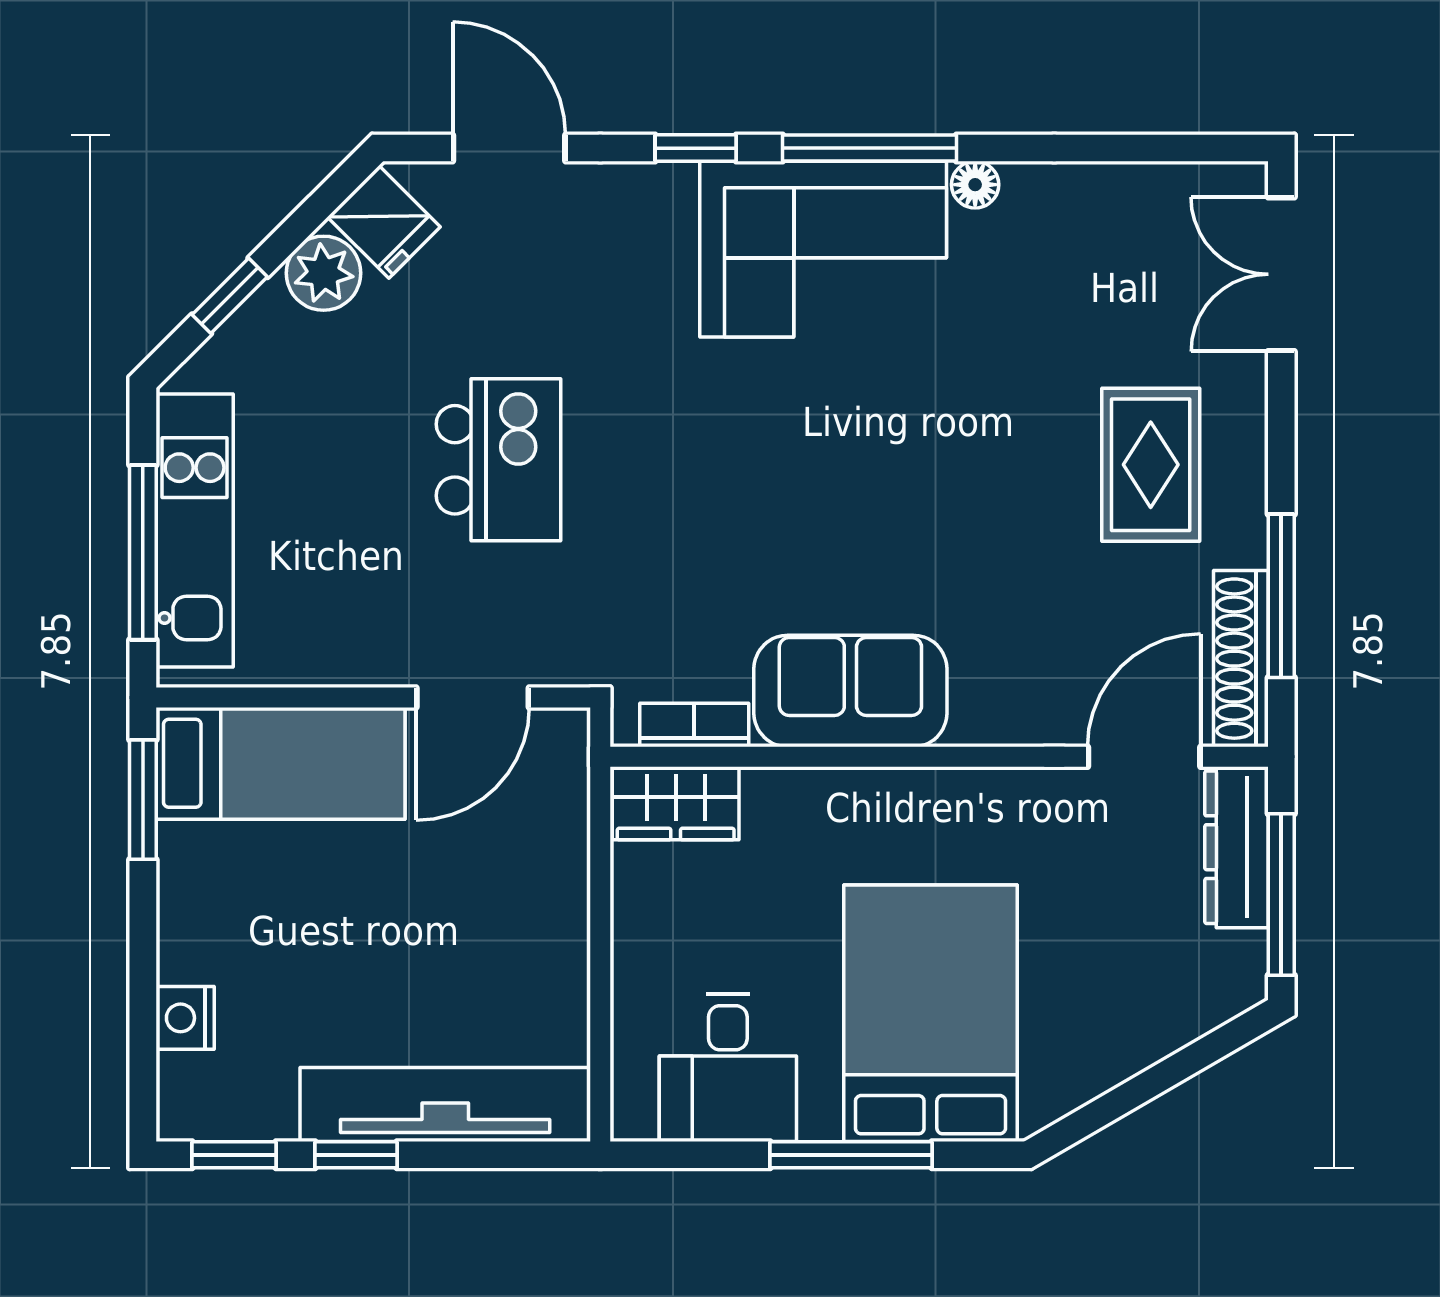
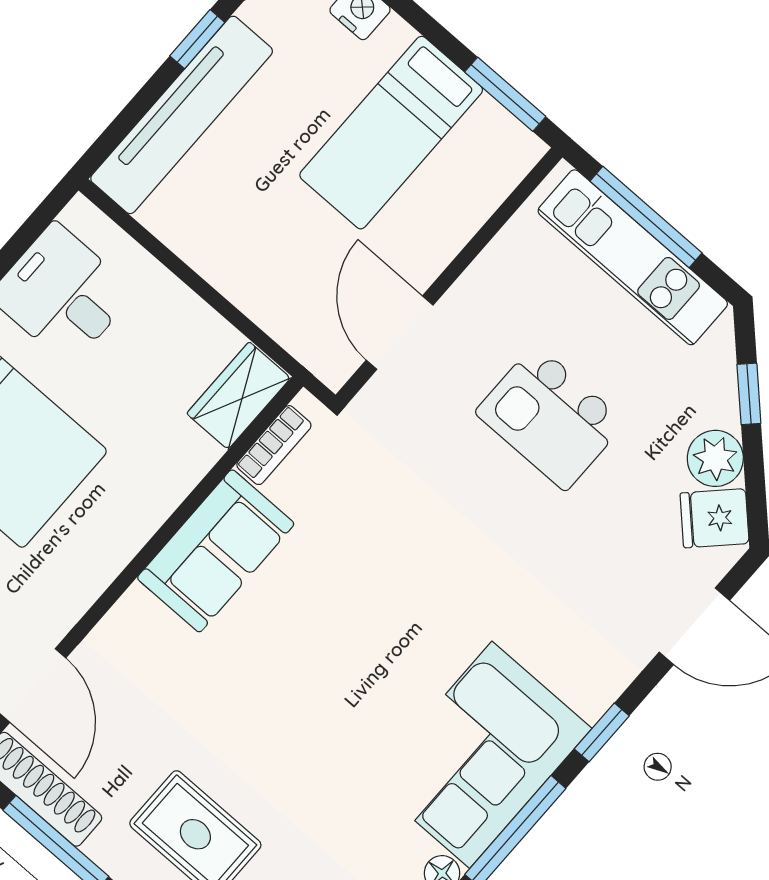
kitchen island: (498, 460) -> (550, 417), moved
bed: (280, 763) -> (391, 133), moved

